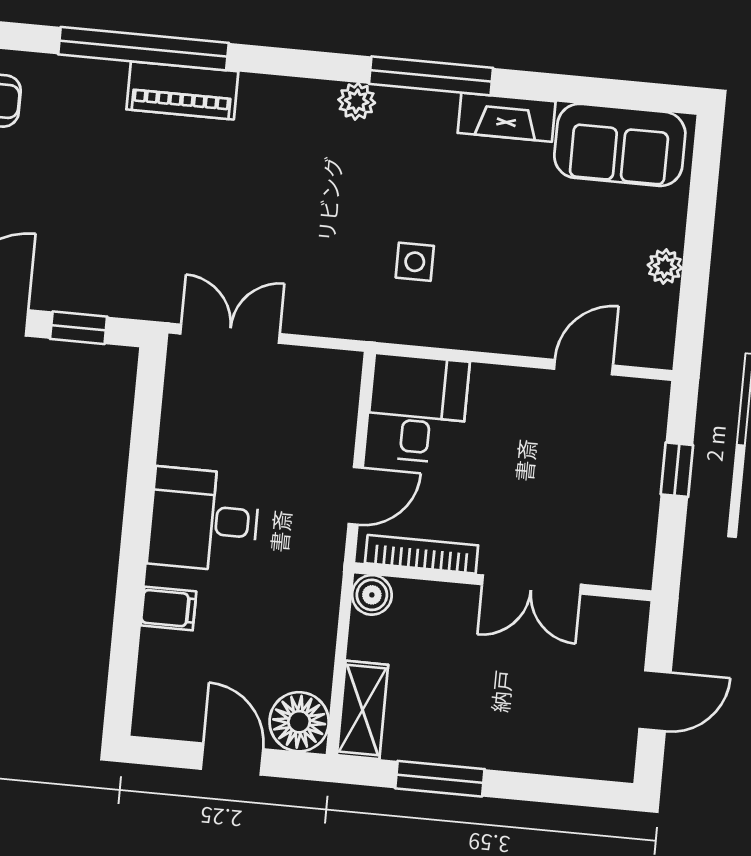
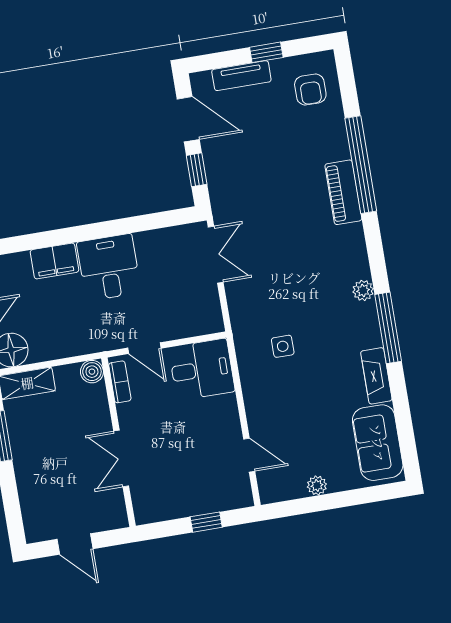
bookcase: (422, 554) -> (120, 382), width x0.64
filing cabinet: (169, 608) -> (54, 261), width x2.00

